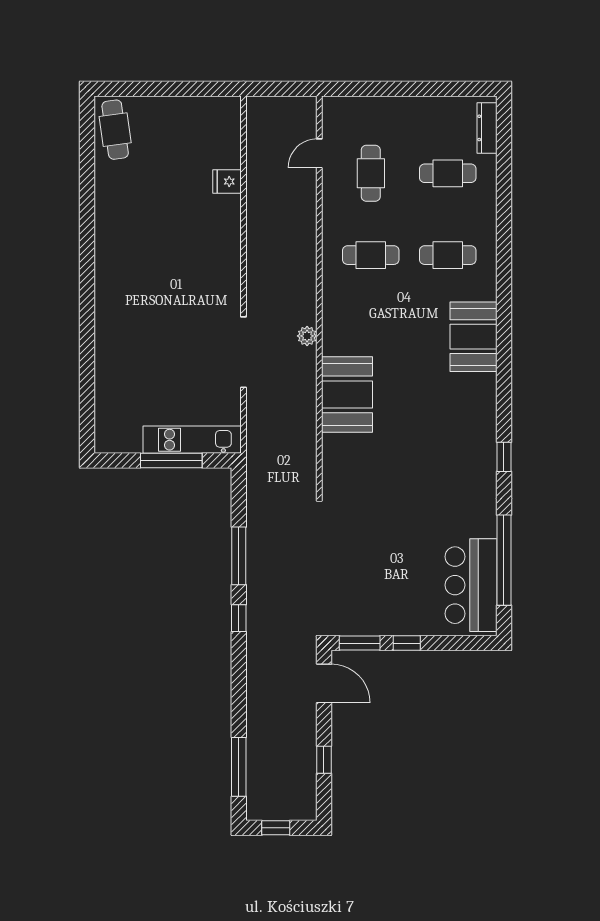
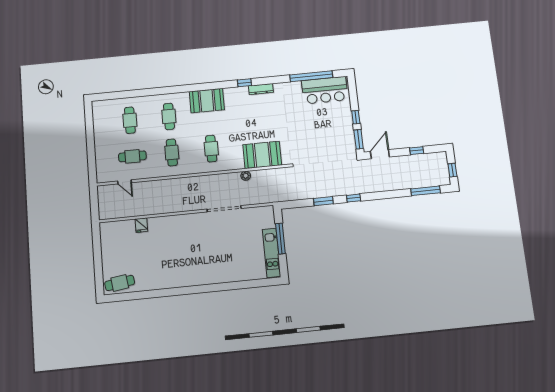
dresser: (487, 128) -> (261, 89), moved
plant: (307, 336) -> (246, 176), moved
cafe table: (371, 337) -> (211, 149), added
booth: (347, 394) -> (262, 155), moved
kitchen unit: (192, 440) -> (272, 253), moved
window: (504, 457) -> (244, 83), moved
window: (239, 556) -> (323, 201), width x0.69

